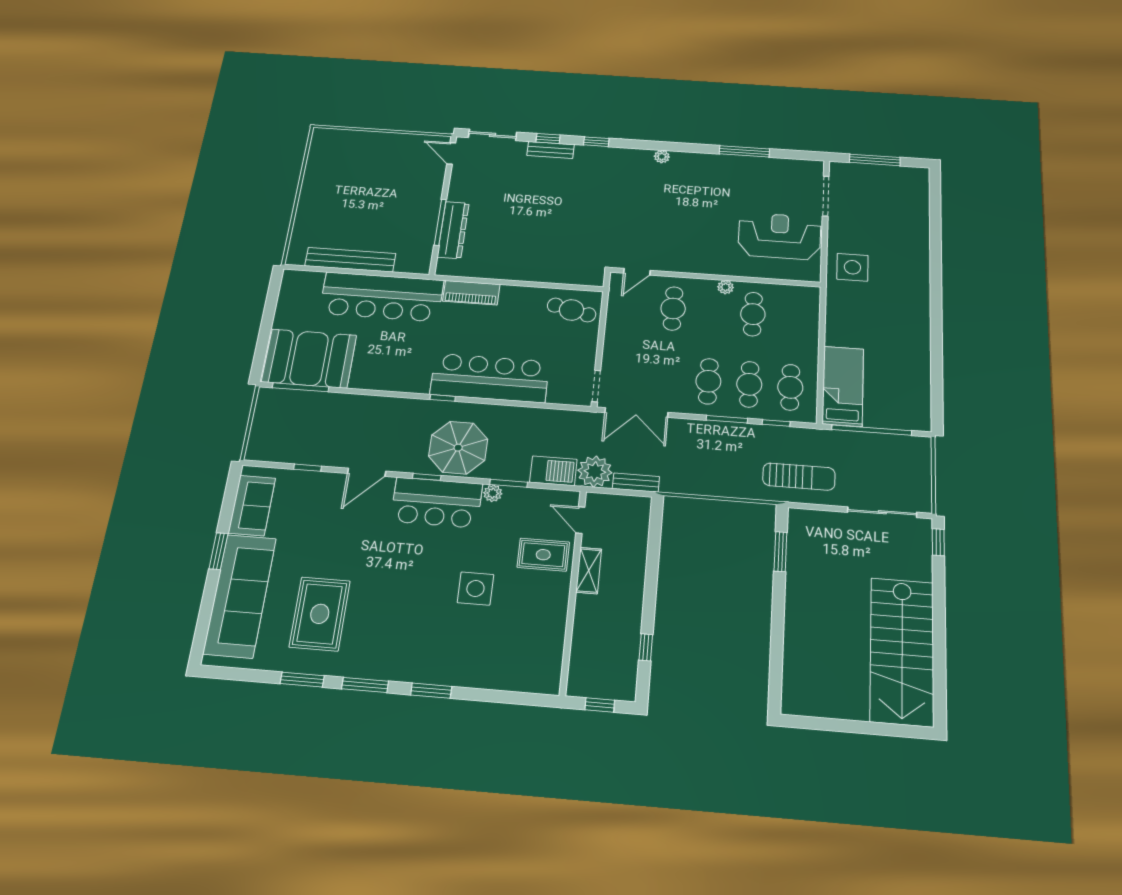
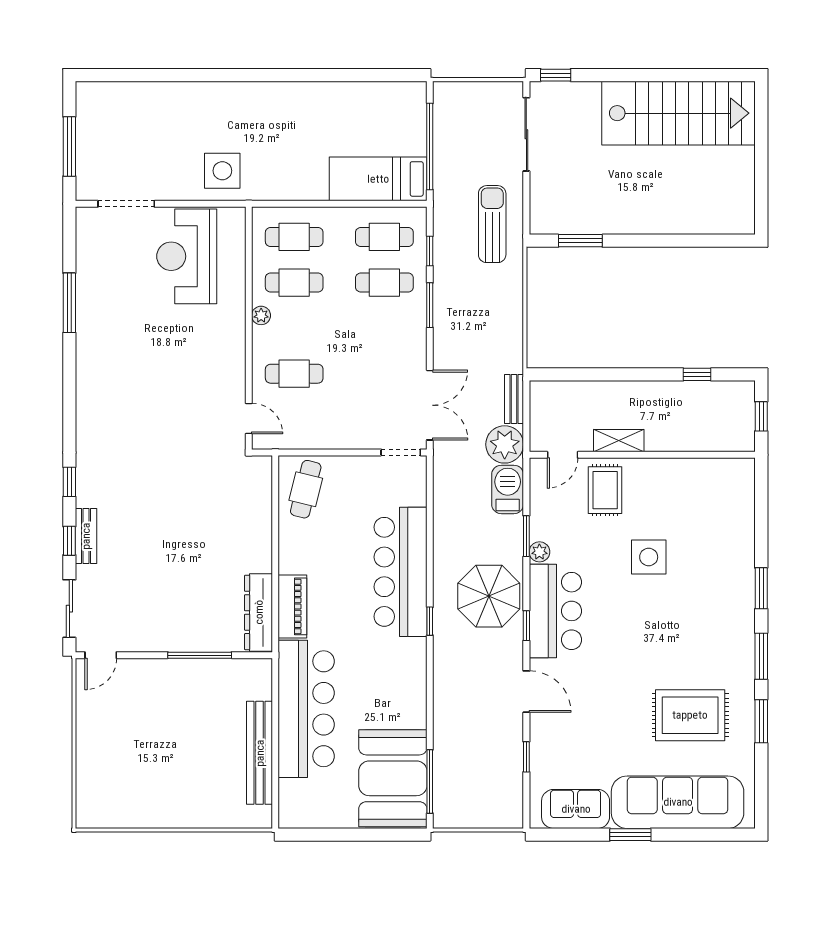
plant: (662, 157) -> (85, 401), removed
dresser: (453, 230) -> (259, 612), moved, turned -90
cafe table: (708, 381) -> (294, 237), moved

